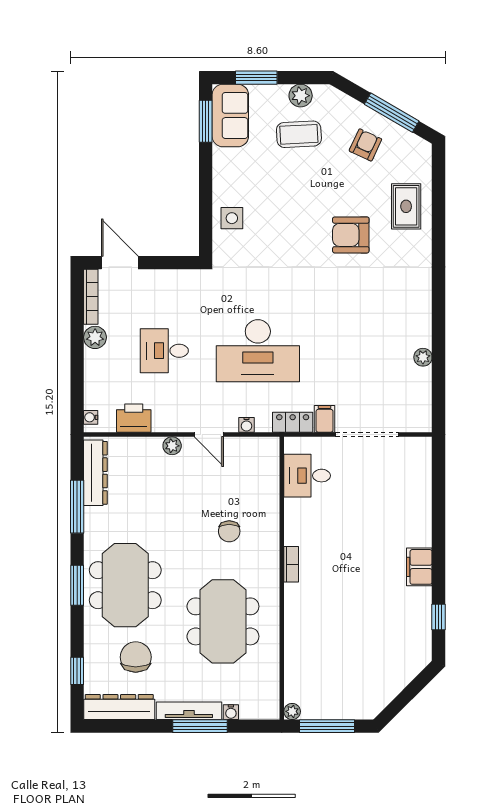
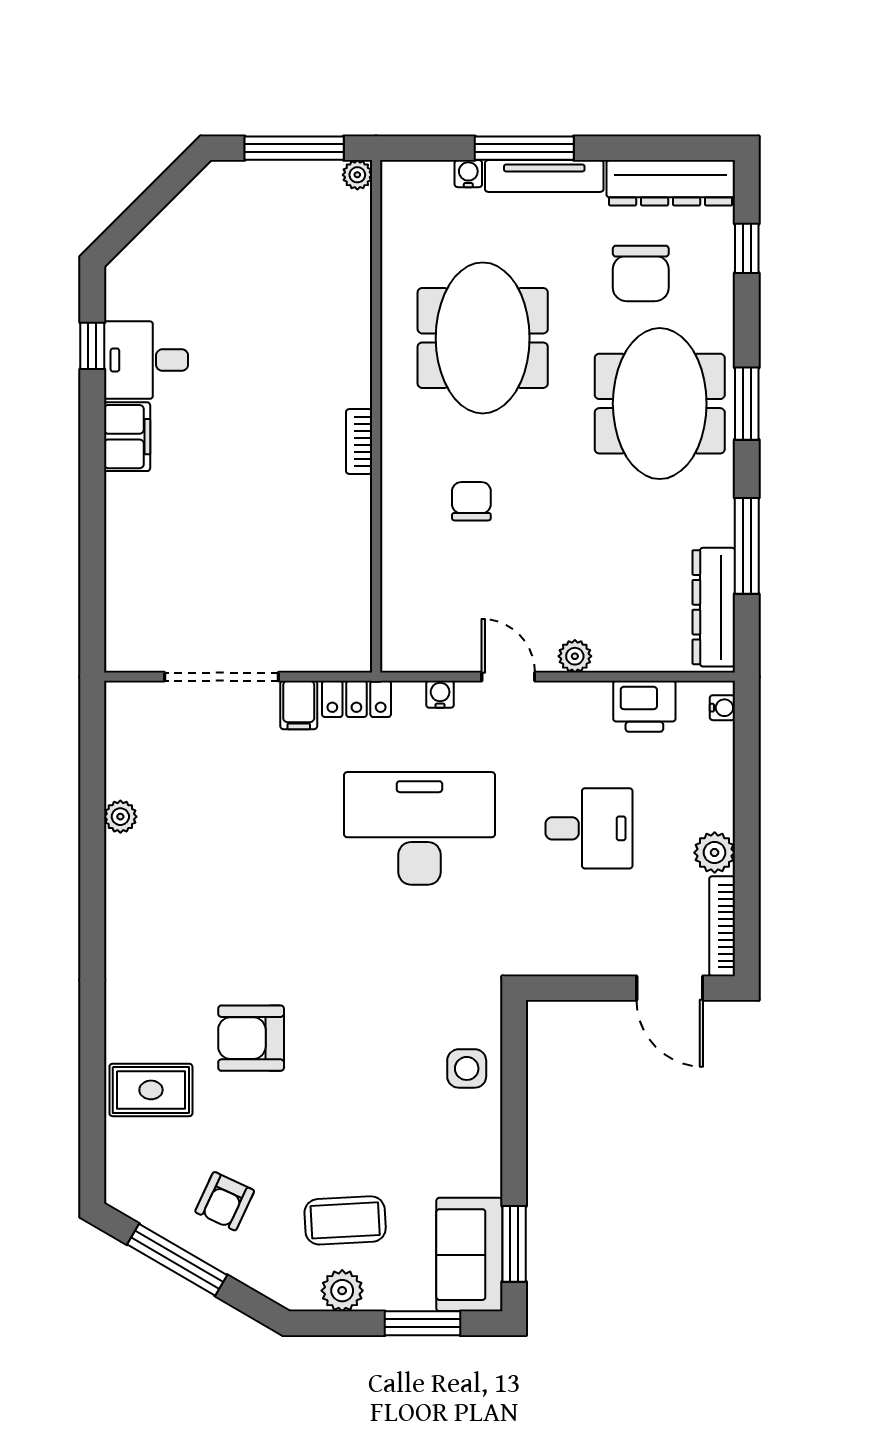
rug: (406, 206) -> (151, 1090), turned 90
armchair: (351, 235) -> (251, 1038), turned 180
desk: (307, 476) -> (146, 360), moved, turned 180

